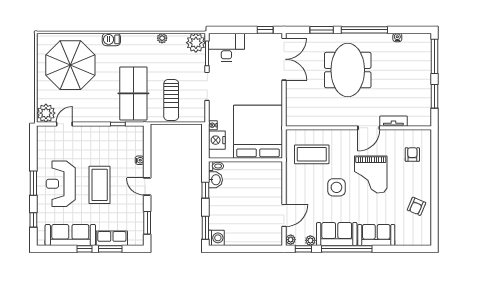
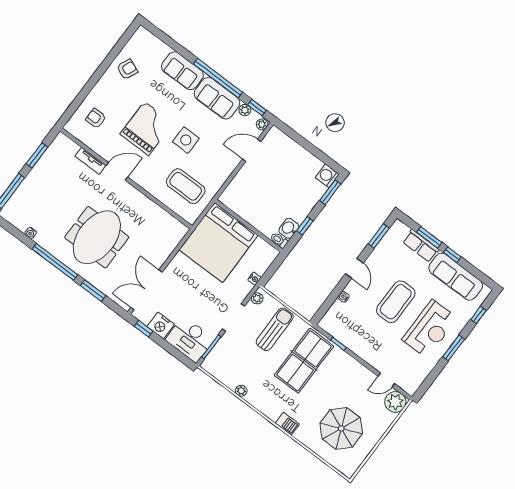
plant: (196, 43) -> (257, 298), moved, width x0.53, depth x0.53
parasol: (70, 65) -> (341, 428), width x0.73, depth x0.73
nightstand: (217, 140) -> (161, 325), moved, turned 90
armchair: (412, 154) -> (96, 118), turned 90

